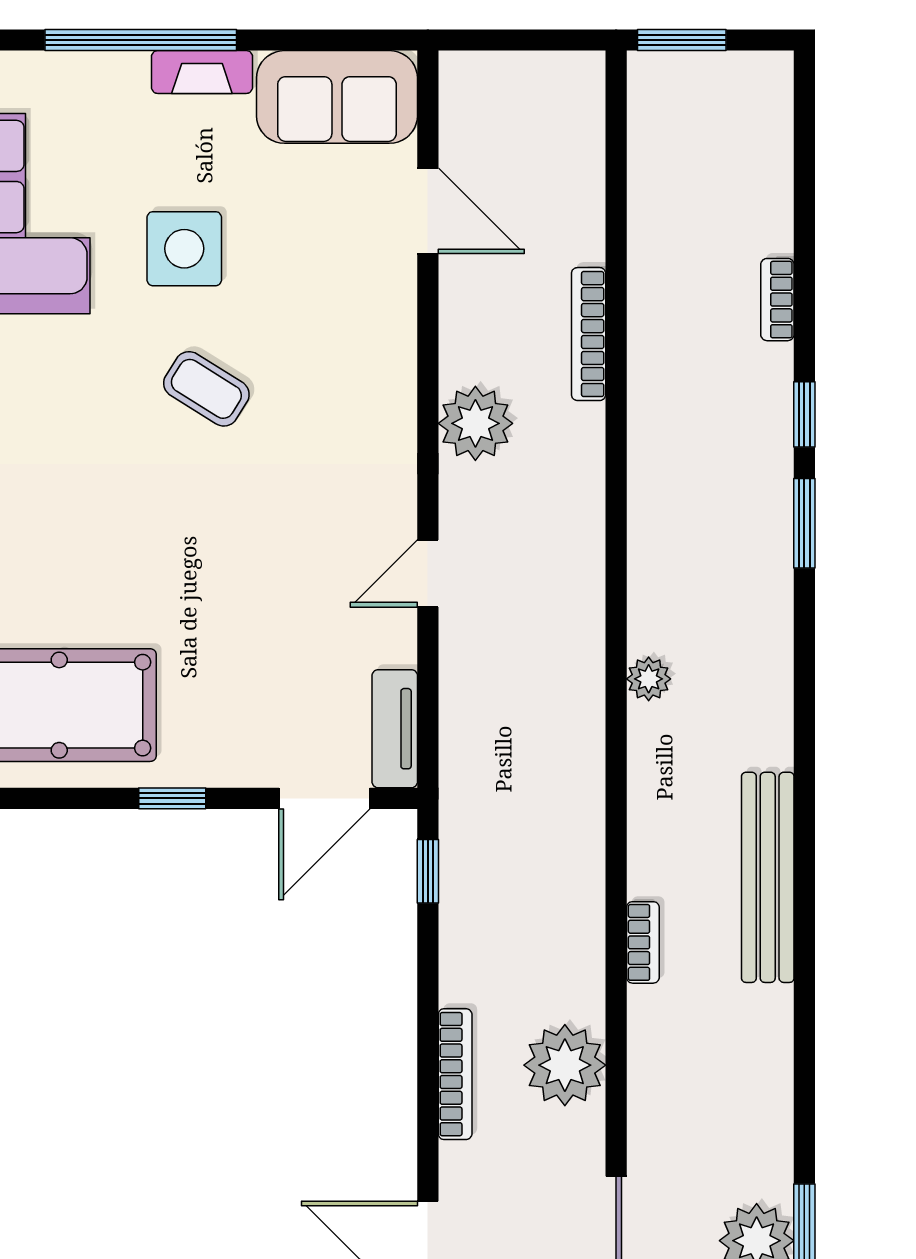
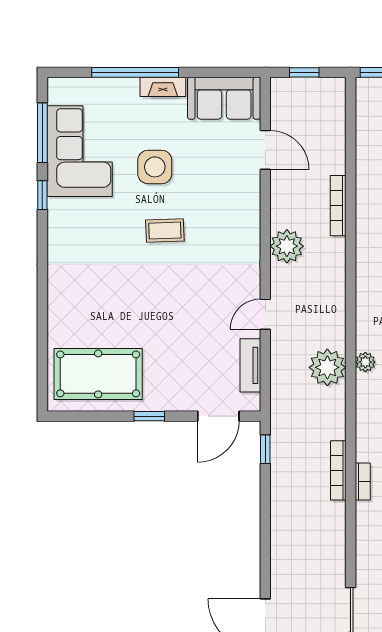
window: (514, 40) -> (304, 72), added
coffee table: (206, 389) -> (165, 231), turned -34
tv unit: (395, 729) -> (250, 365), moved
plant: (565, 1065) -> (327, 367), moved
bookcase: (455, 1074) -> (338, 470), moved, turned 180

